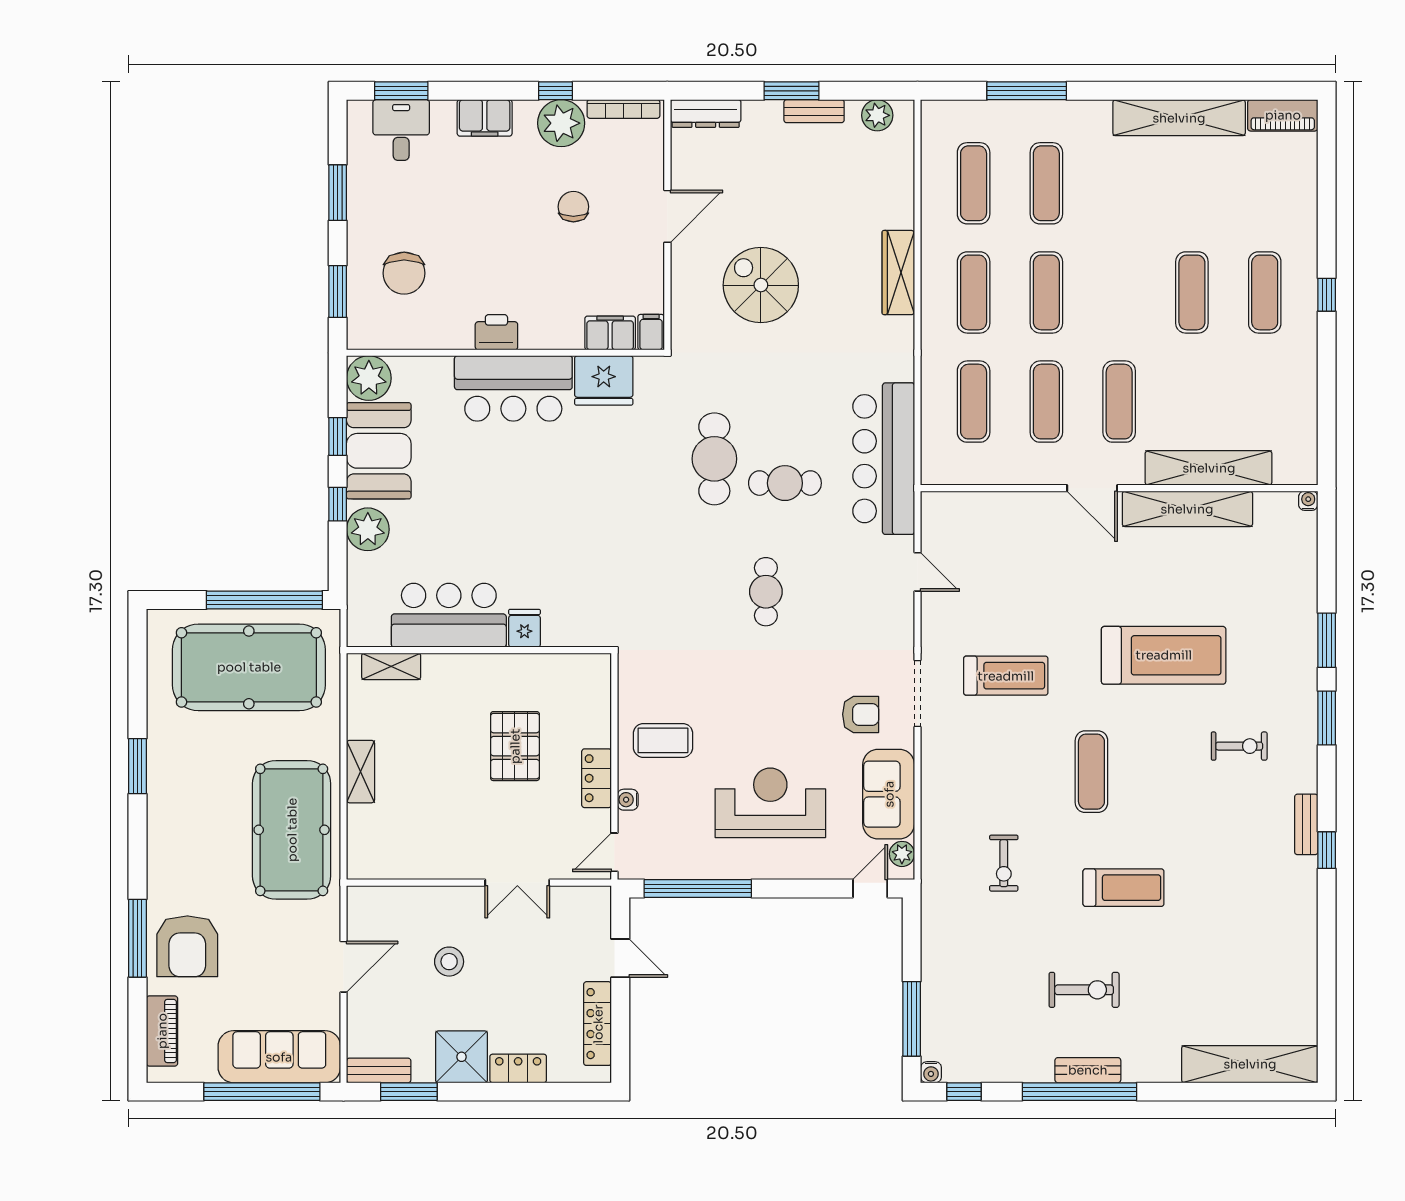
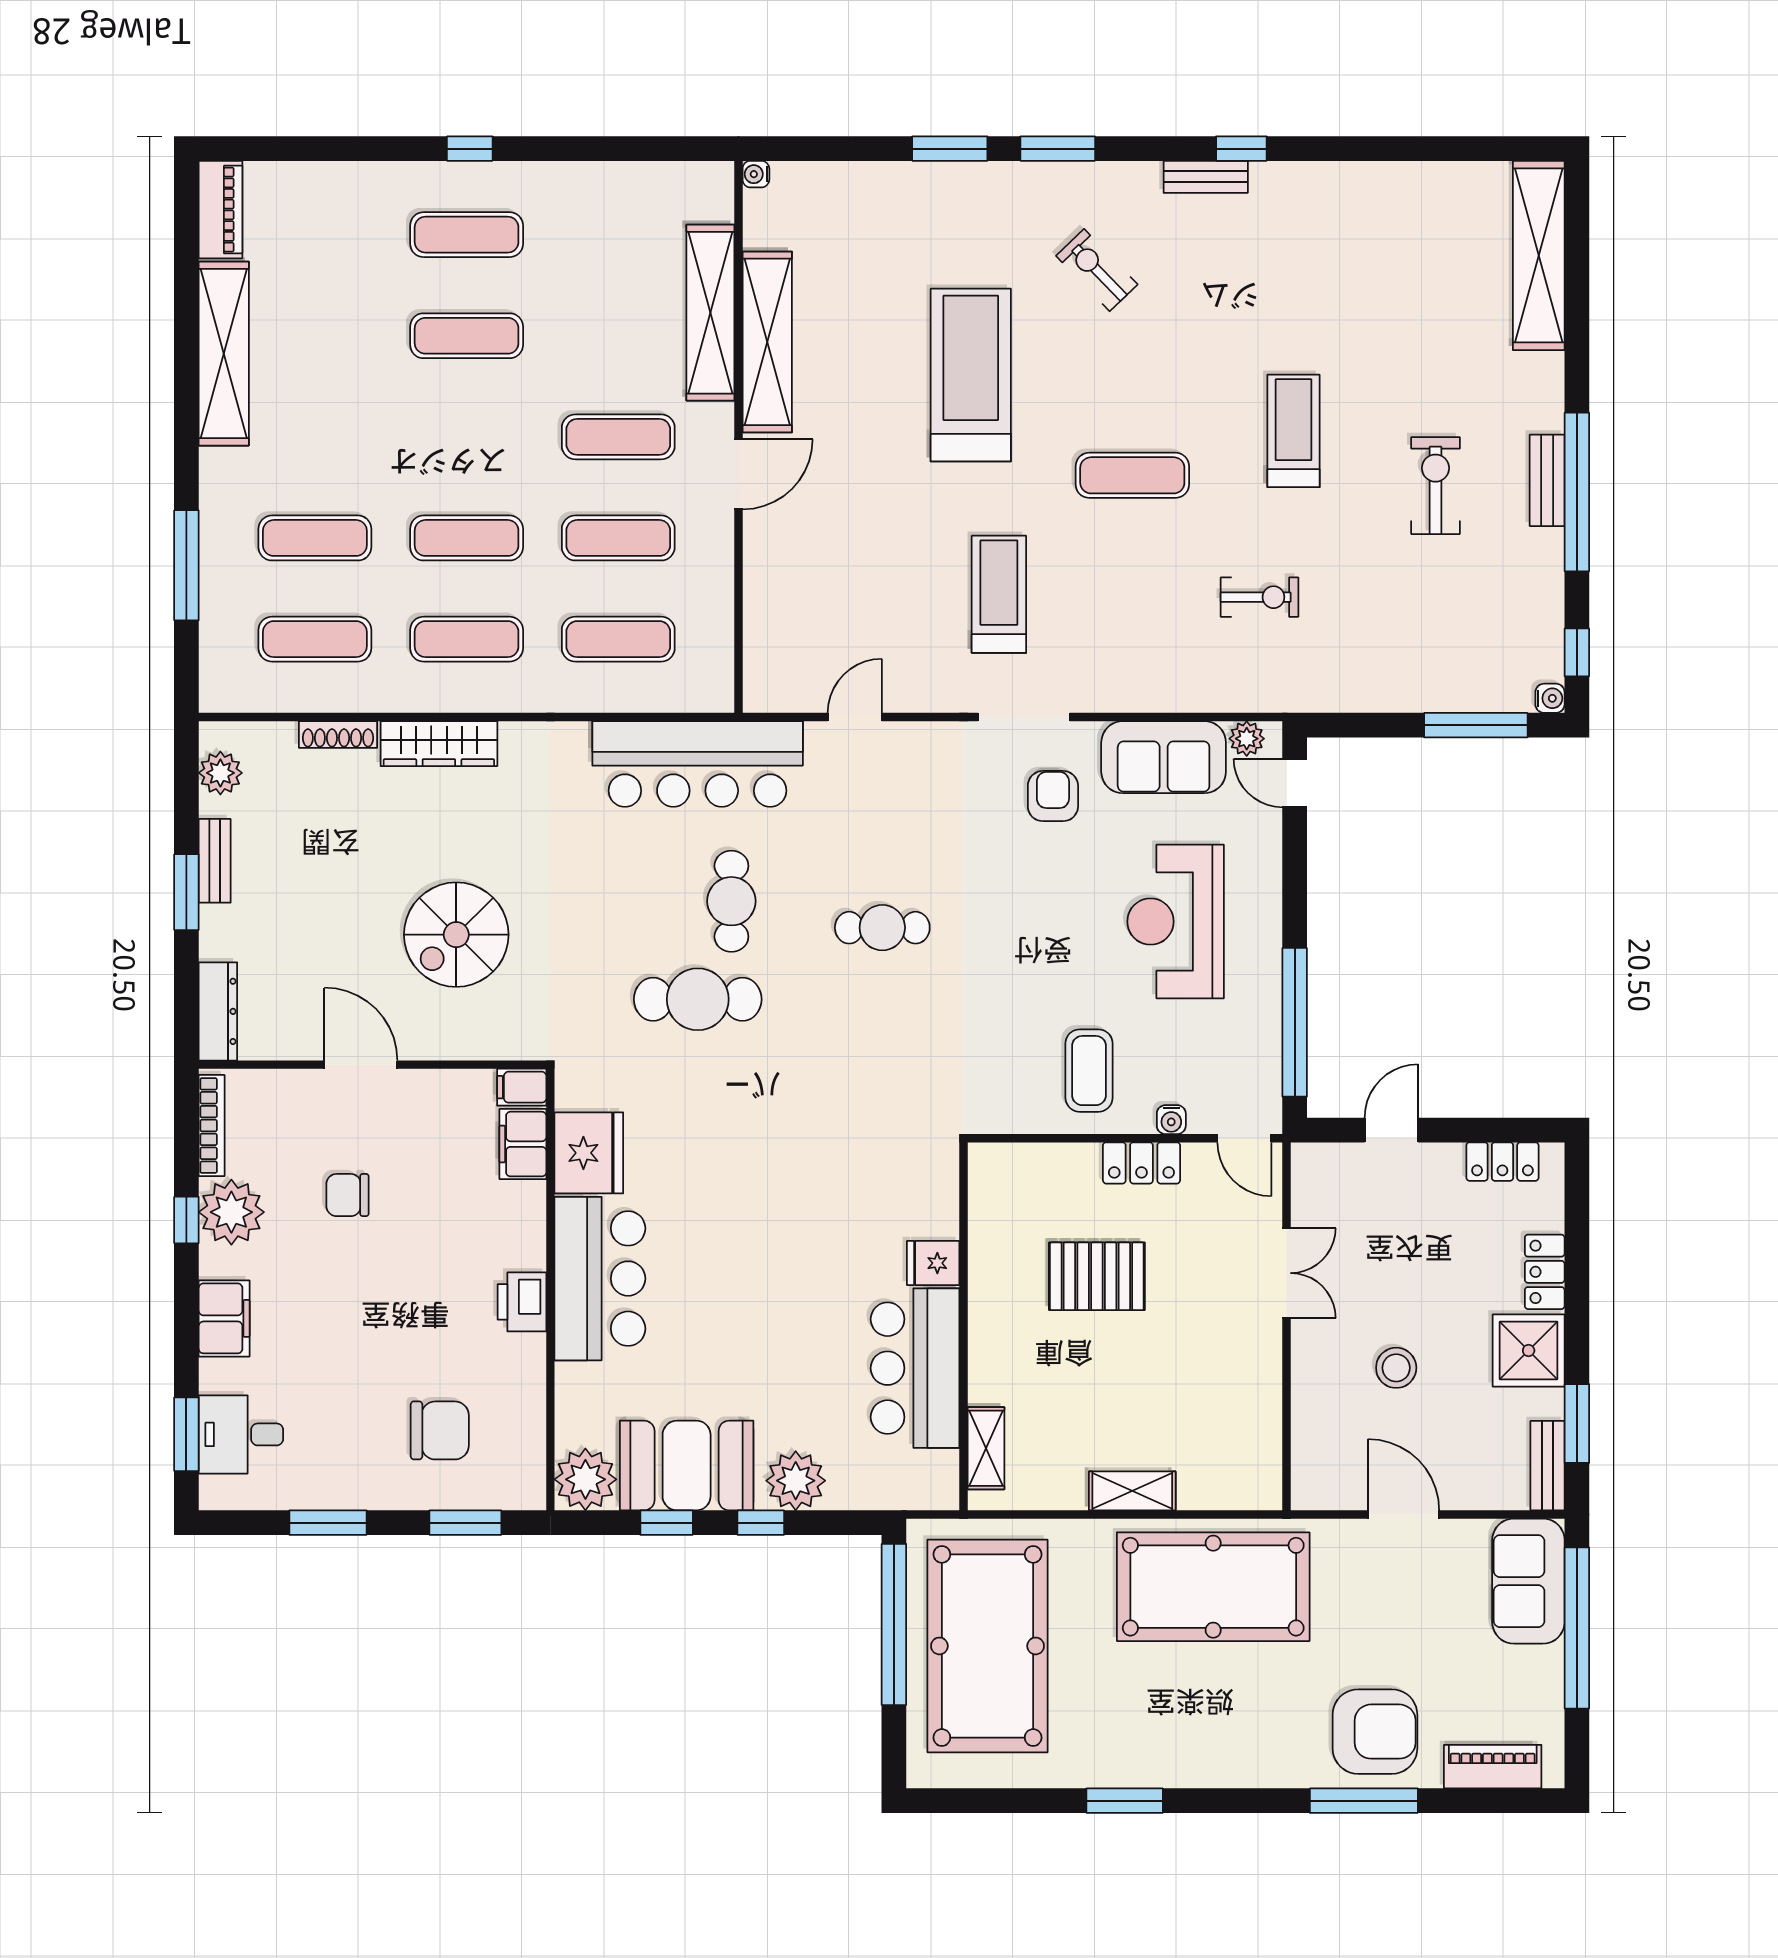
shoe rack: (905, 200) -> (338, 734), added
exercise bike: (1239, 746) -> (1097, 270), turned -44
locker: (598, 1024) -> (1502, 1162), width x0.66
sofa: (279, 1057) -> (1528, 1581), width x0.73

